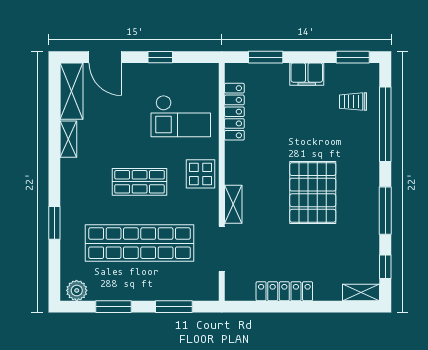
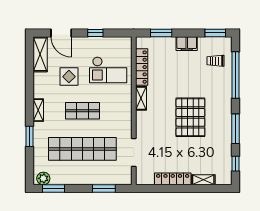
shelving: (68, 139) -> (38, 110), moved
display table: (200, 174) -> (69, 77), moved
shelving: (233, 204) -> (141, 98), moved
shelving: (361, 293) -> (203, 180), moved
window: (114, 307) -> (53, 189), moved

